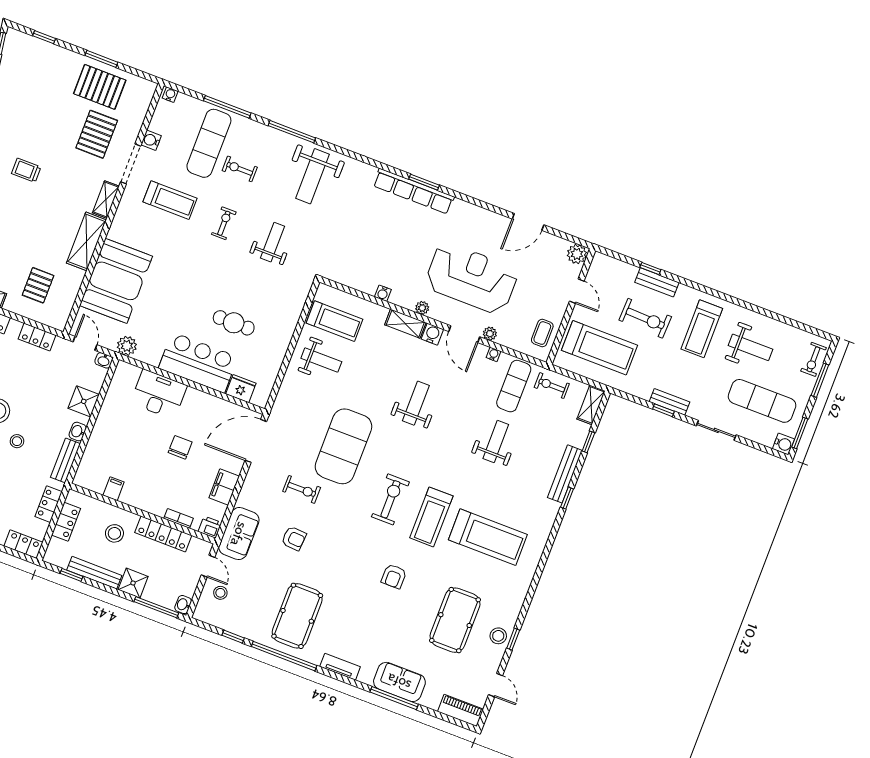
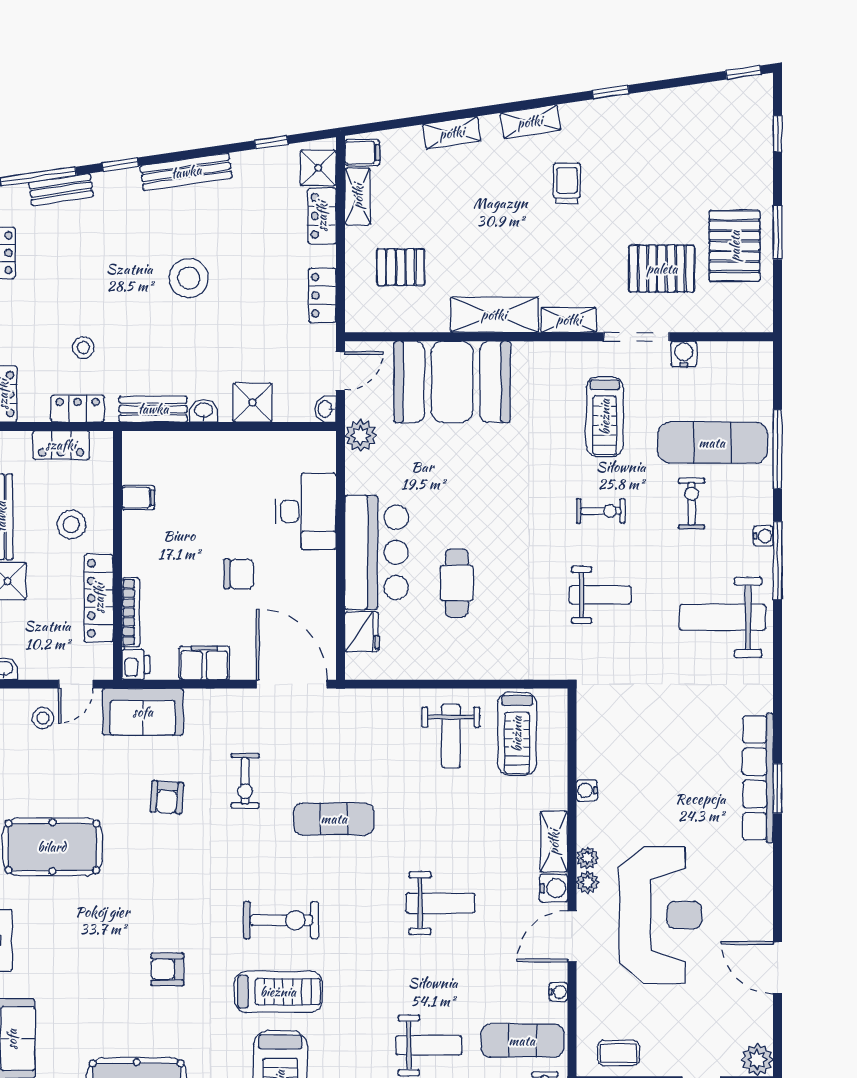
water cooler: (170, 95) -> (763, 536), moved
plant: (490, 334) -> (587, 882), moved
stool: (17, 441) -> (83, 348), moved
exercise mat: (343, 446) -> (334, 819), width x0.50, depth x0.69
treadmill: (431, 517) -> (278, 992), turned 180
bookcase: (179, 518) -> (131, 612), width x1.56

